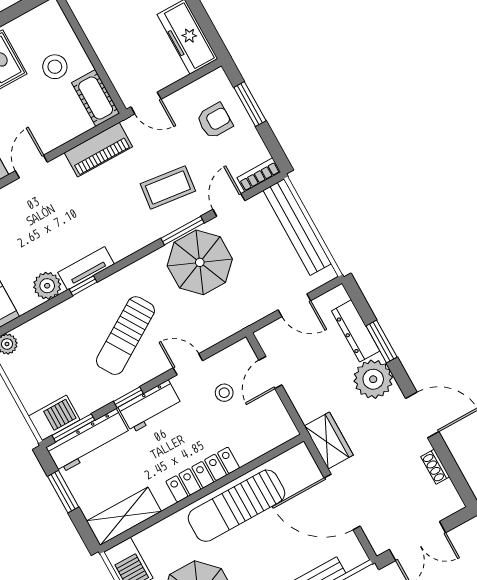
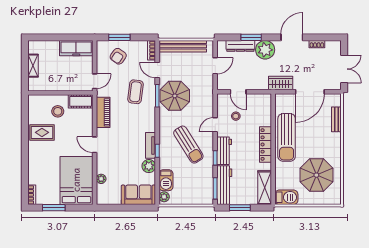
armchair: (215, 121) -> (118, 56), turned -145
barbecue: (54, 418) -> (166, 180), moved, turned 180

